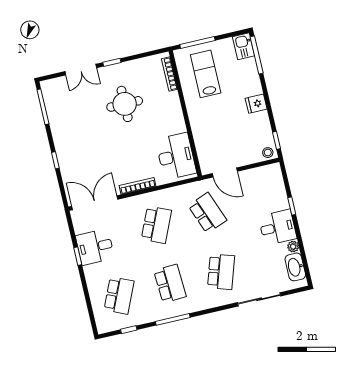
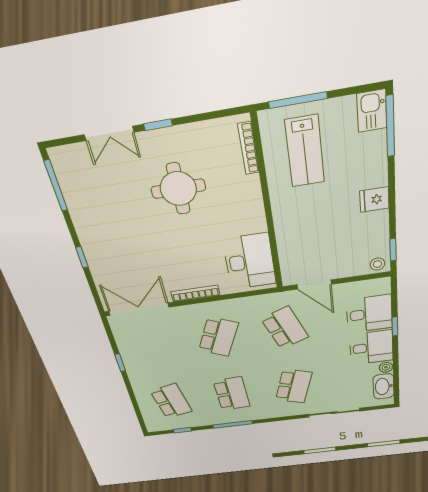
lab bench: (206, 74) -> (305, 151), turned 180
desk: (95, 247) -> (369, 314), moved, turned 180
school desk: (119, 296) -> (171, 401), turned -36

